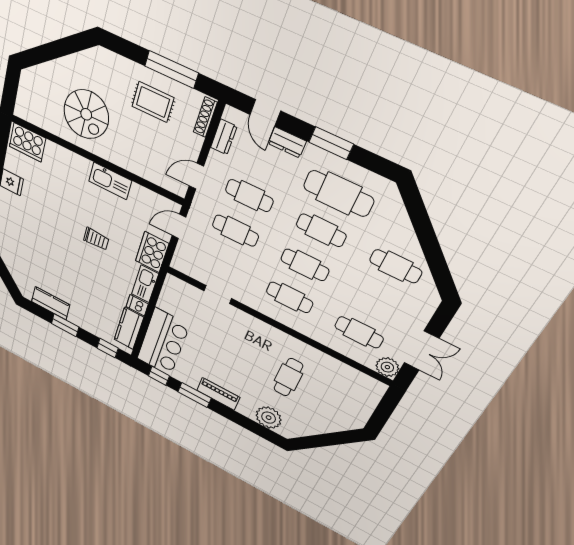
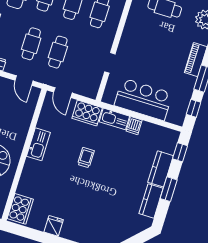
kitchen counter: (129, 328) -> (161, 169), moved, turned 90
bar counter: (163, 342) -> (143, 99), moved

